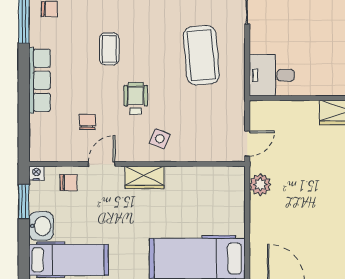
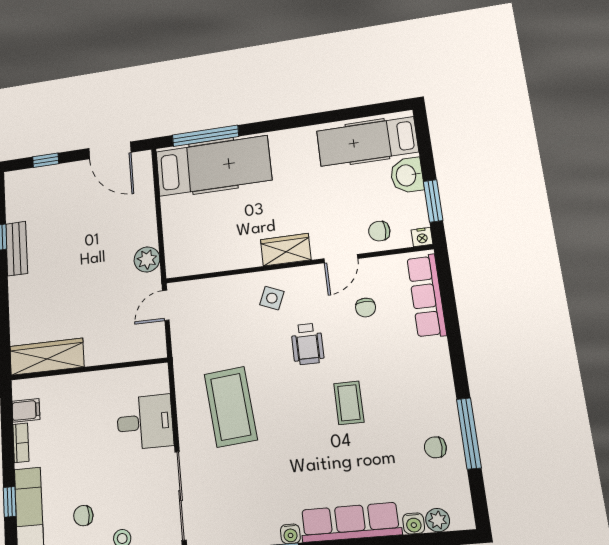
desk: (272, 75) -> (145, 422), moved
row of seats: (40, 80) -> (427, 296), moved

